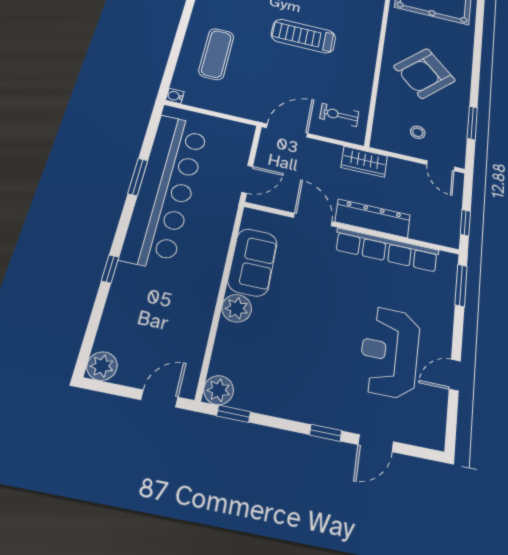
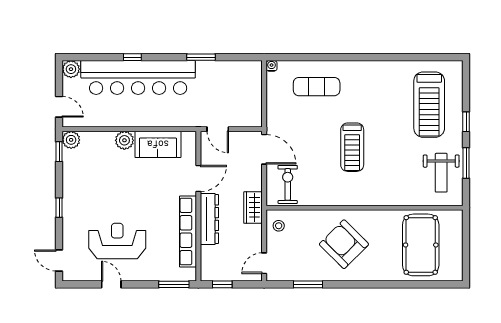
treadmill: (303, 36) -> (352, 147), turned 180
exercise bike: (339, 115) -> (288, 184), width x1.38, depth x1.39
stool: (418, 132) -> (279, 226), moved
bar counter: (166, 190) -> (138, 77), moved
door: (376, 443) -> (59, 260), moved

